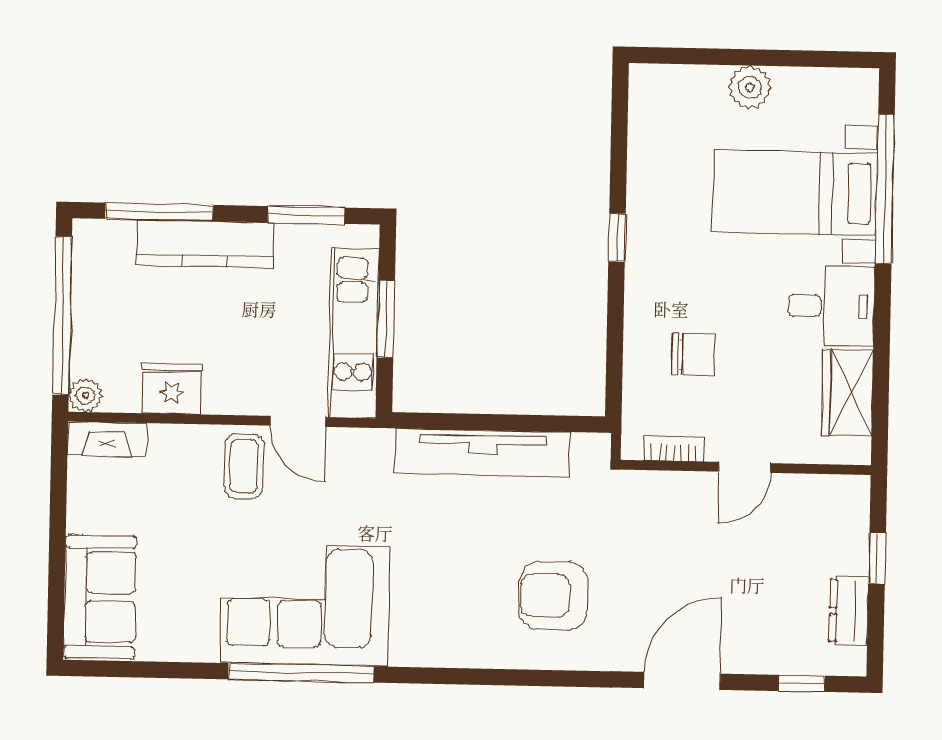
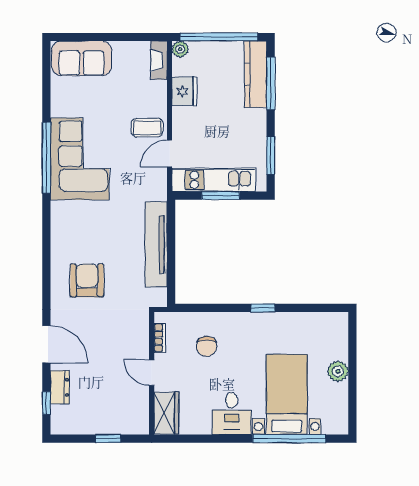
kitchen counter: (205, 244) -> (256, 74), moved
wardrobe: (847, 393) -> (166, 413), moved, turned 90
dresser: (849, 611) -> (60, 387), moved, turned 90

